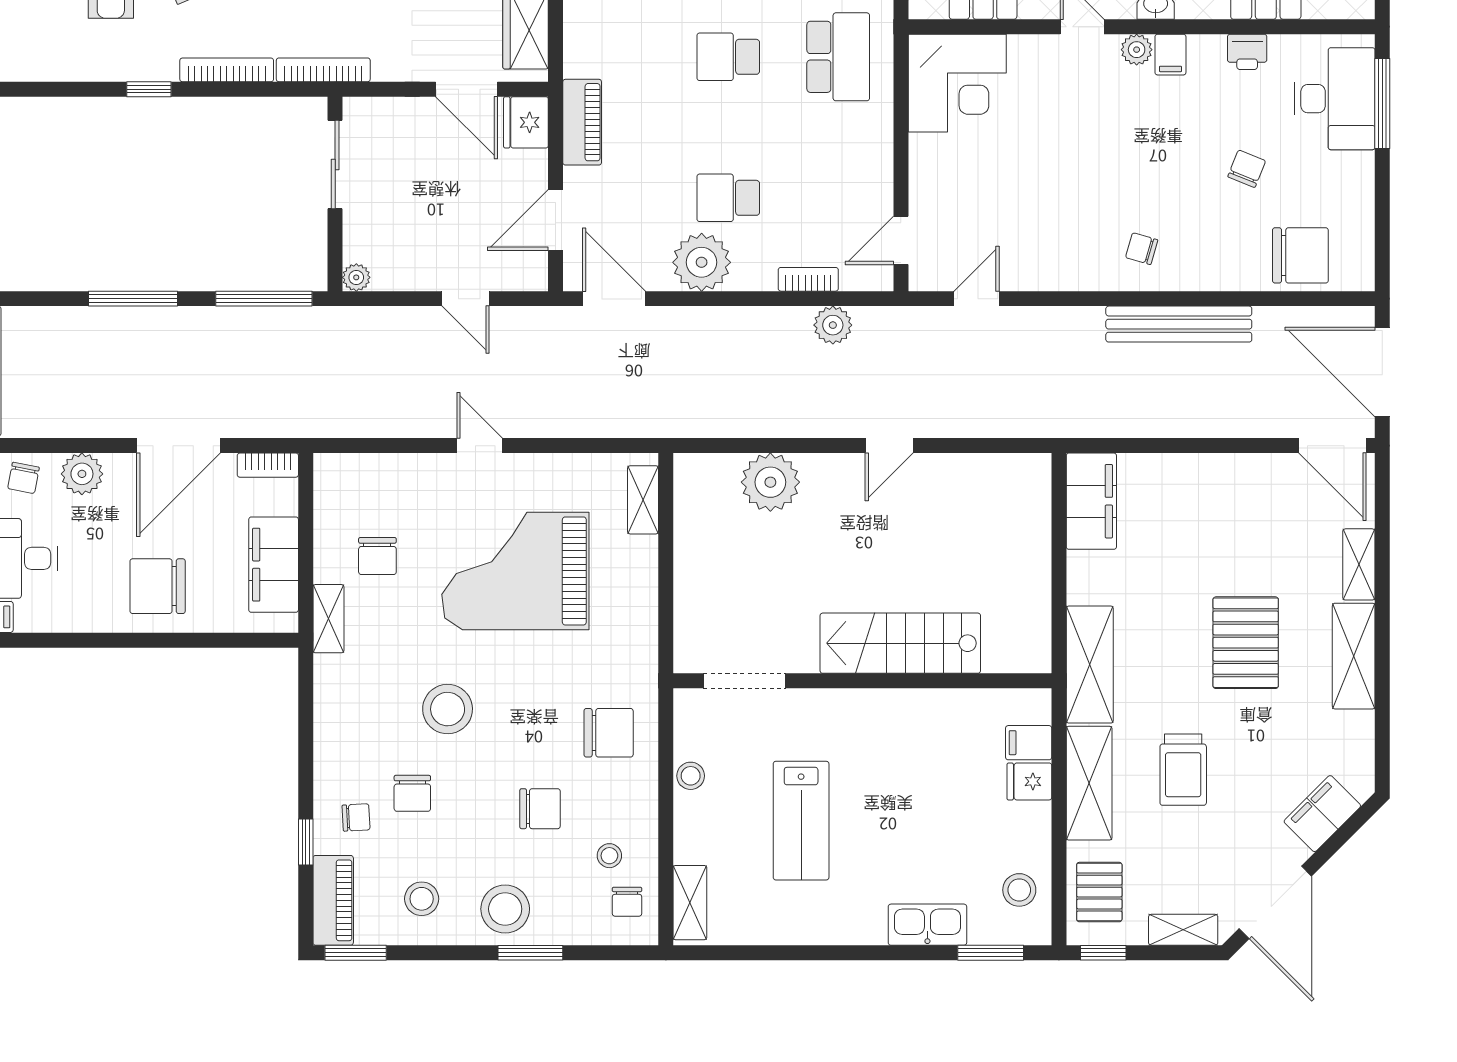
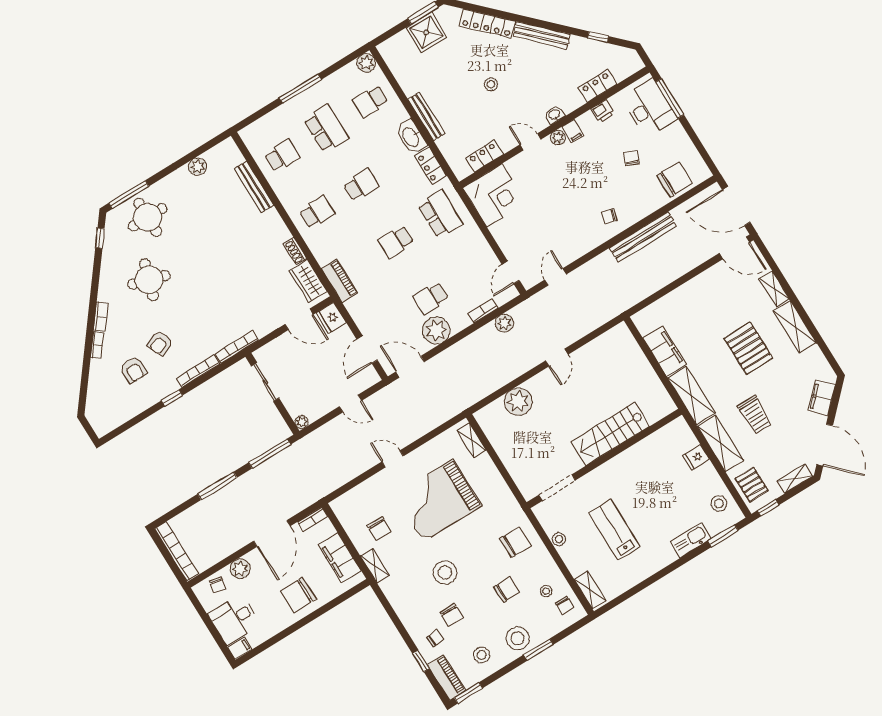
piano: (582, 122) -> (339, 281), moved
filing cabinet: (1091, 501) -> (665, 351), moved
filing cabinet: (1029, 743) -> (686, 442), removed
lab bench: (801, 821) -> (614, 530), turned 180

